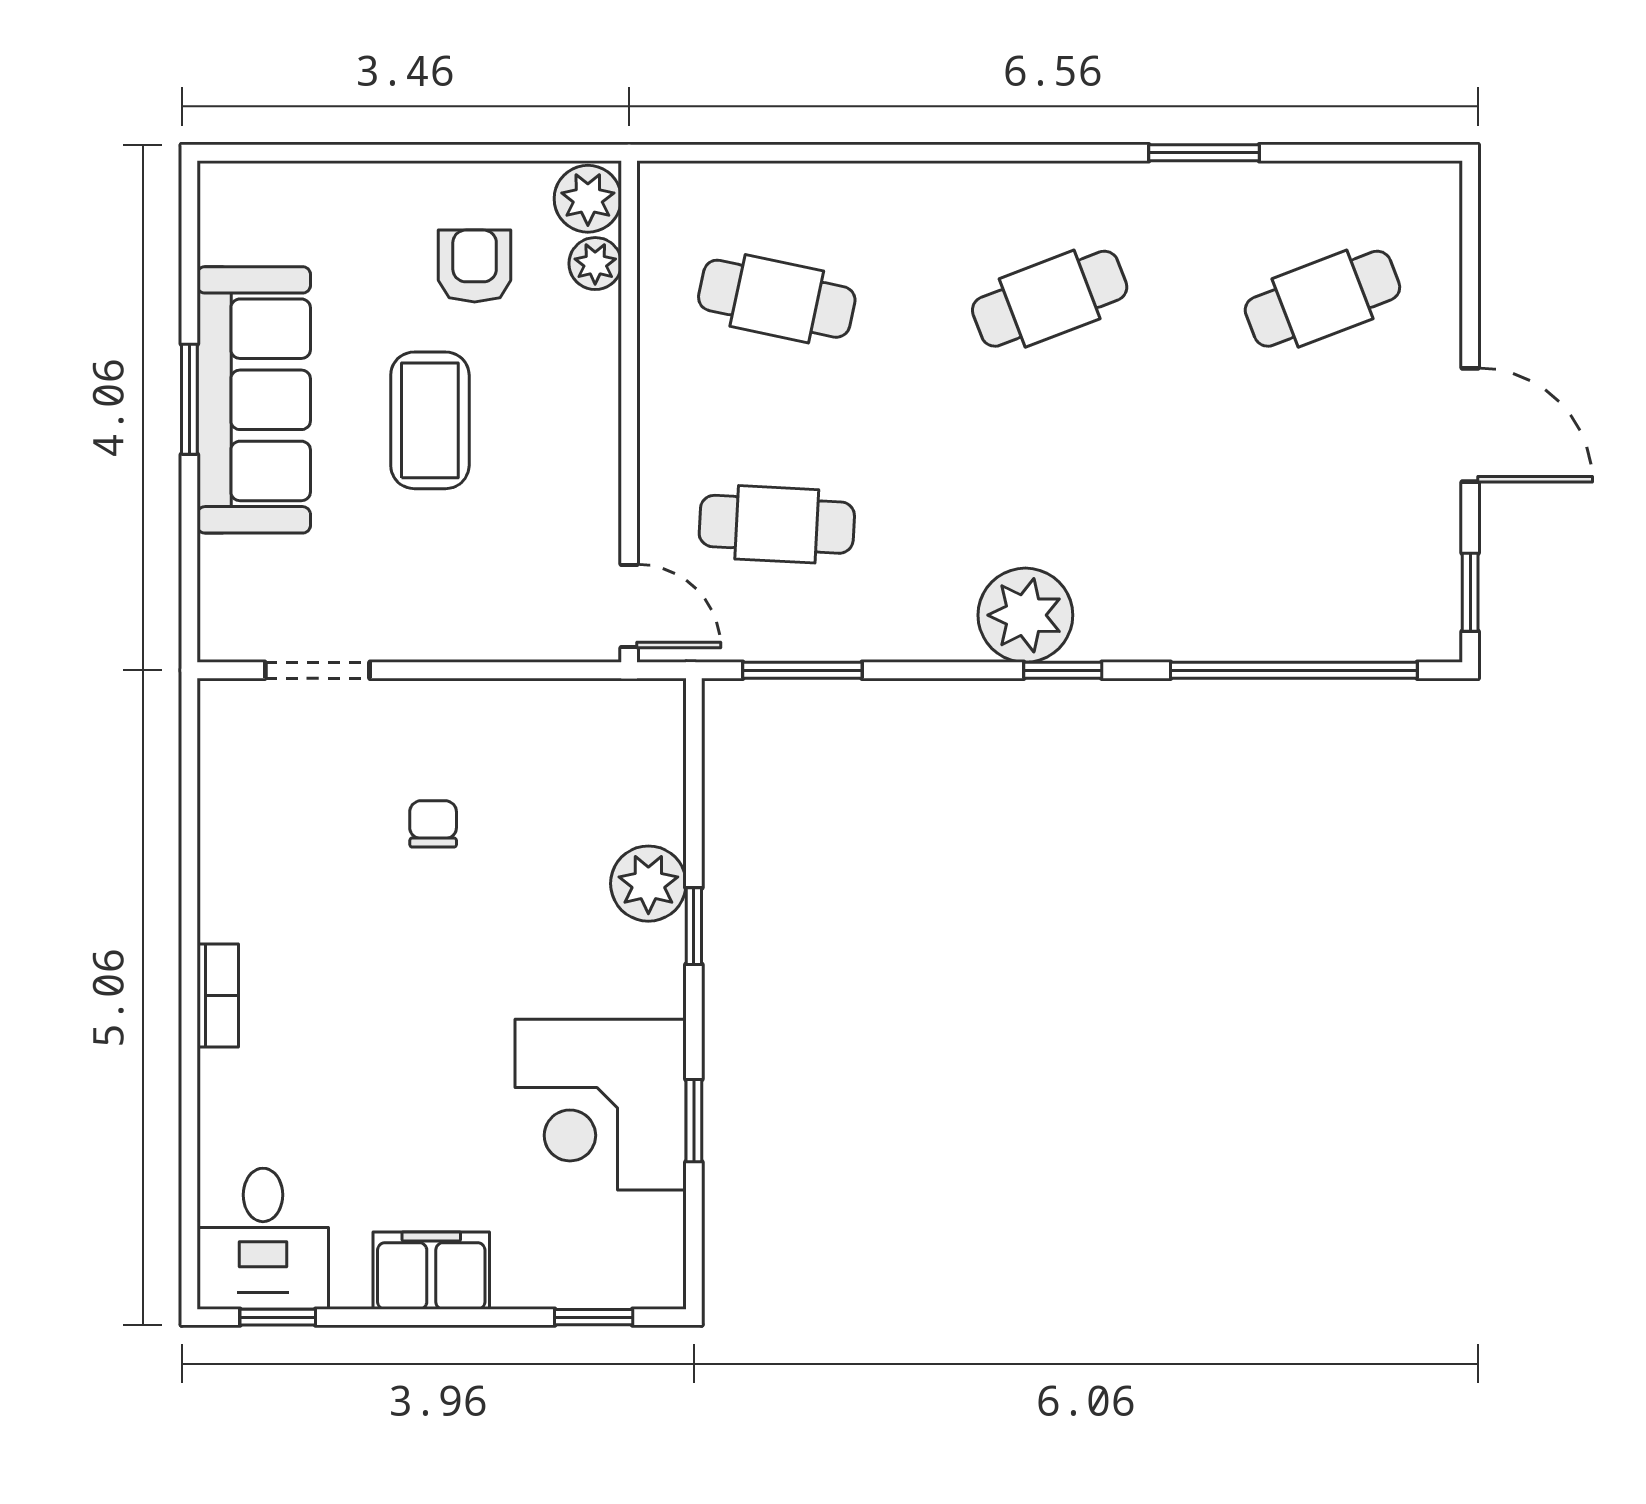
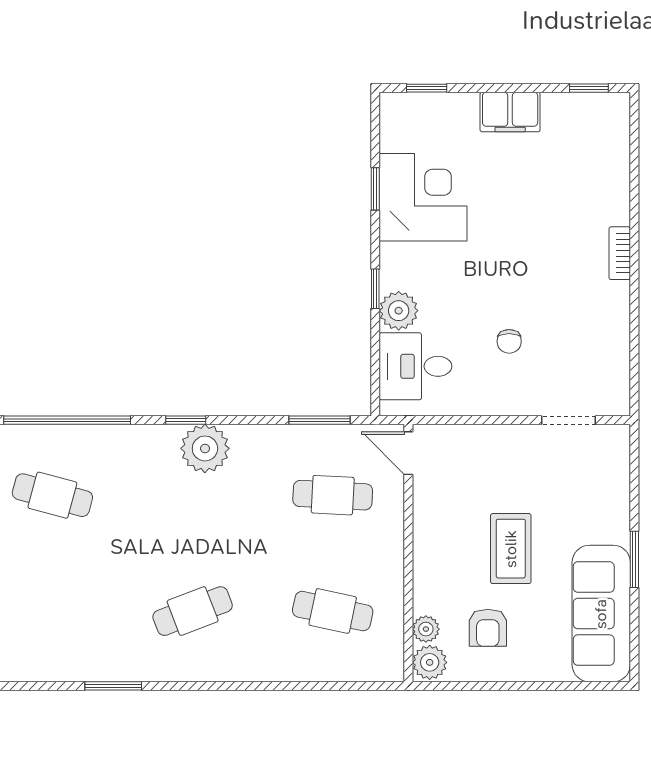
cafe table: (1322, 299) -> (52, 495), moved, turned 36
sofa: (254, 400) -> (601, 614), moved
desk: (263, 1239) -> (415, 366), moved, turned -90

